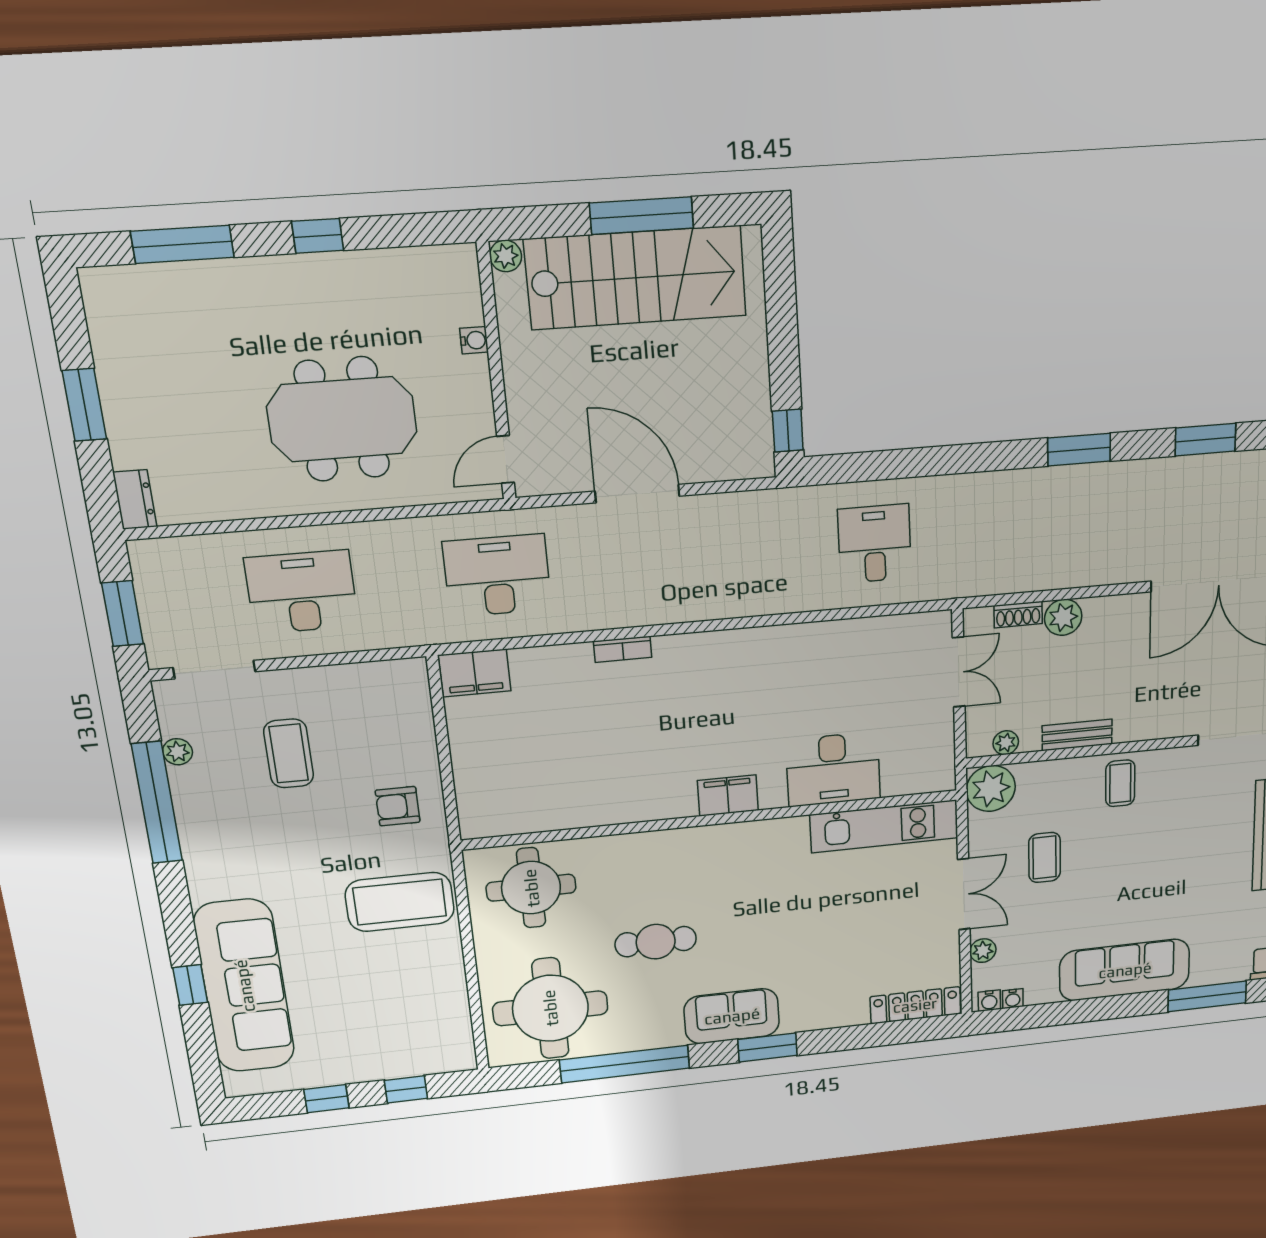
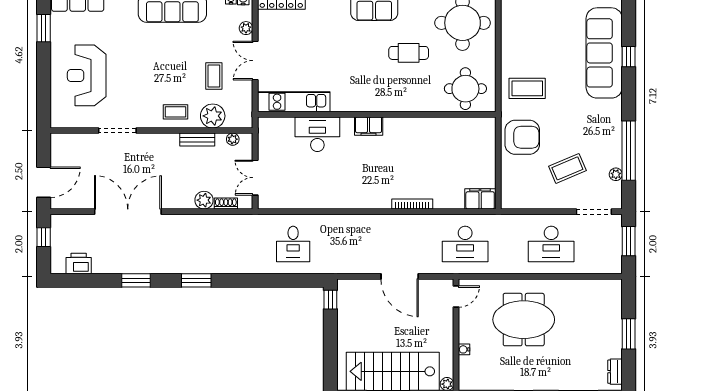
dresser: (135, 499) -> (615, 372), moved
bookcase: (623, 649) -> (412, 204), width x1.56
coffee table: (289, 753) -> (567, 168), turned 67
coffee table: (1120, 783) -> (175, 112), turned 90
plant: (991, 788) -> (213, 116), moved
armchair: (398, 806) -> (522, 137), width x1.88, depth x1.88
coffee table: (400, 902) -> (527, 88), width x0.73, depth x0.76

